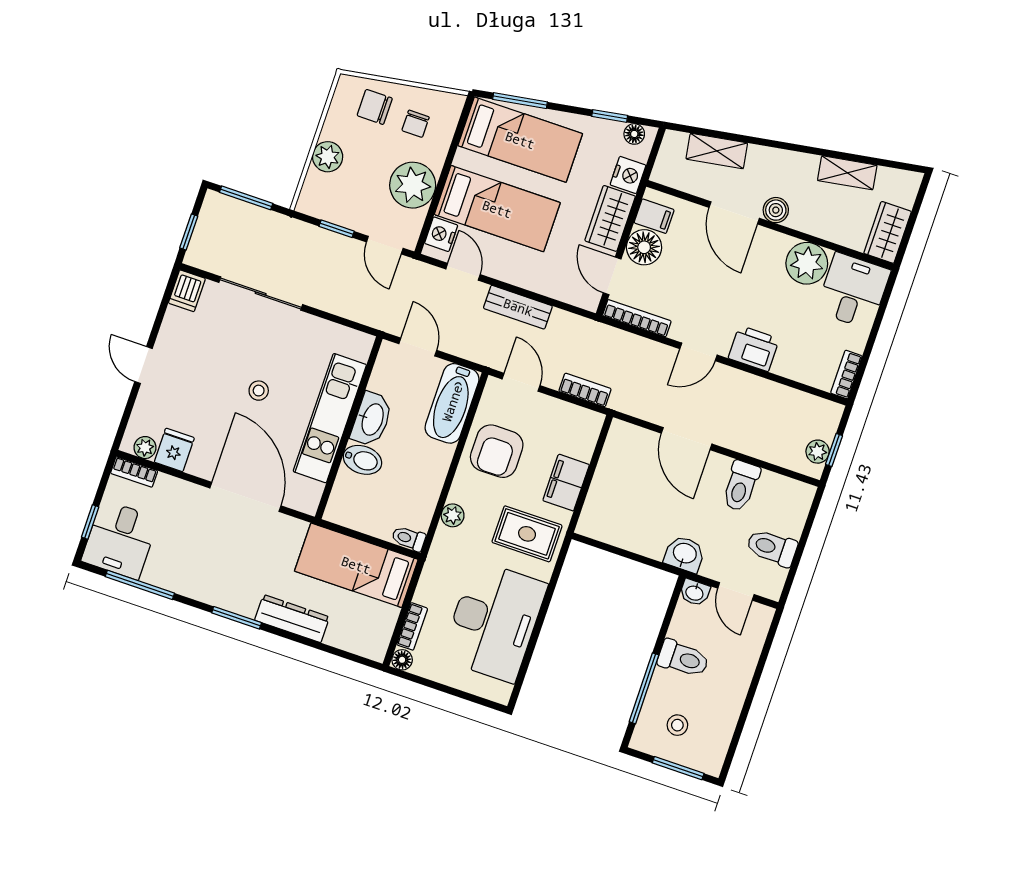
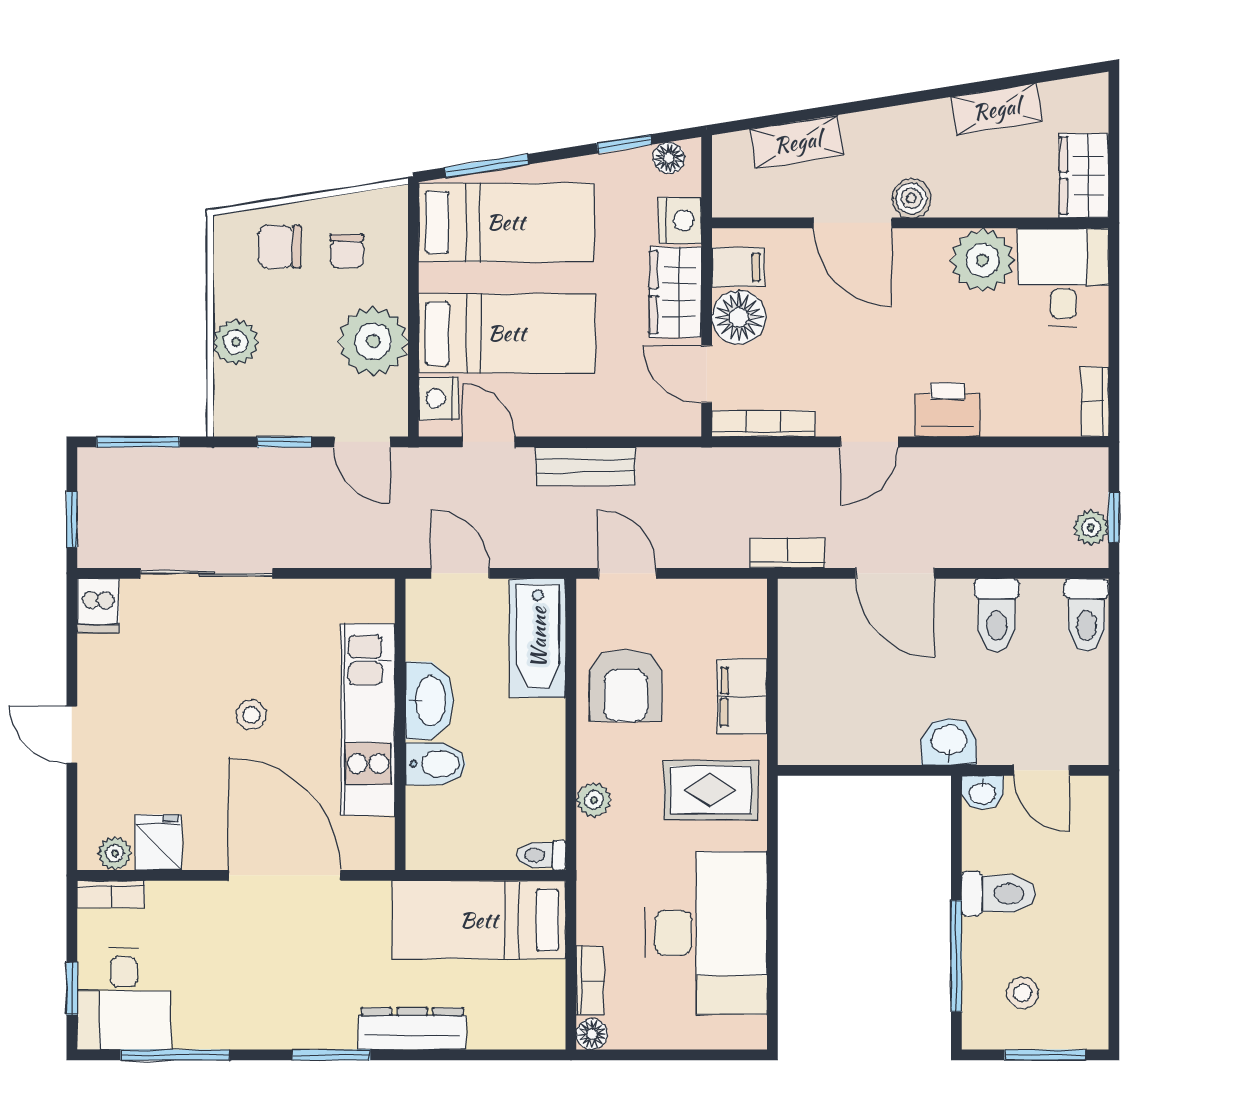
bookcase: (585, 390) -> (787, 553), moved
toilet: (772, 548) -> (1086, 615), moved, turned -90

